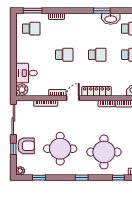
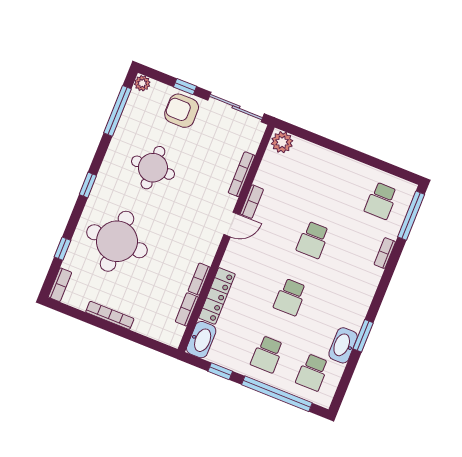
window: (33, 11) -> (411, 216), width x1.44
desk: (27, 73) -> (307, 162), removed
locker: (96, 91) -> (217, 296), moved
door: (73, 98) -> (232, 225), hinge flipped
armchair: (26, 146) -> (182, 111), turned 90
round table: (60, 149) -> (153, 168), width x0.73, depth x0.73
window: (39, 178) -> (118, 111), width x2.17

